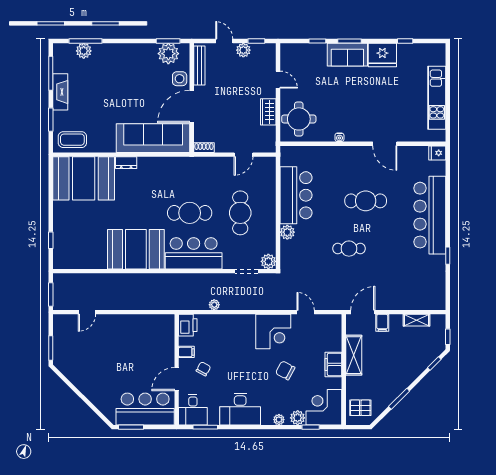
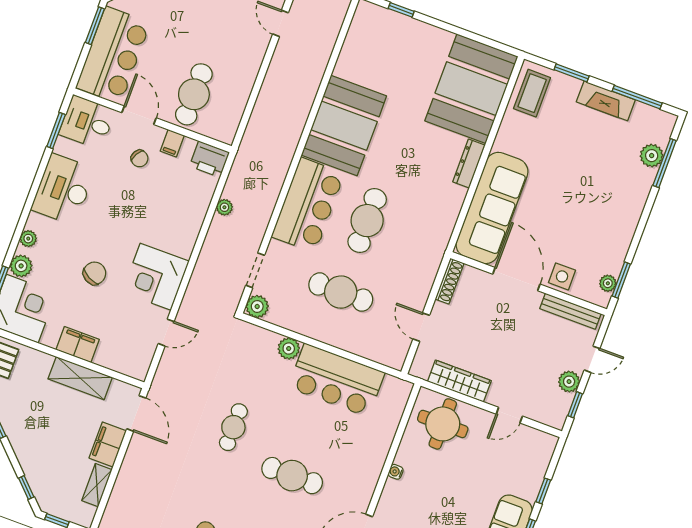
plant: (168, 54) -> (608, 283), width x0.53, depth x0.53
wardrobe: (268, 112) -> (459, 381), width x1.50
shoe rack: (204, 148) -> (450, 281), width x1.43
dresser: (126, 163) -> (469, 164), width x1.44
cafe table: (366, 201) -> (292, 476), turned 90
filing cabinet: (382, 323) -> (108, 444), width x2.00
cafe table: (151, 350) -> (194, 94), added

